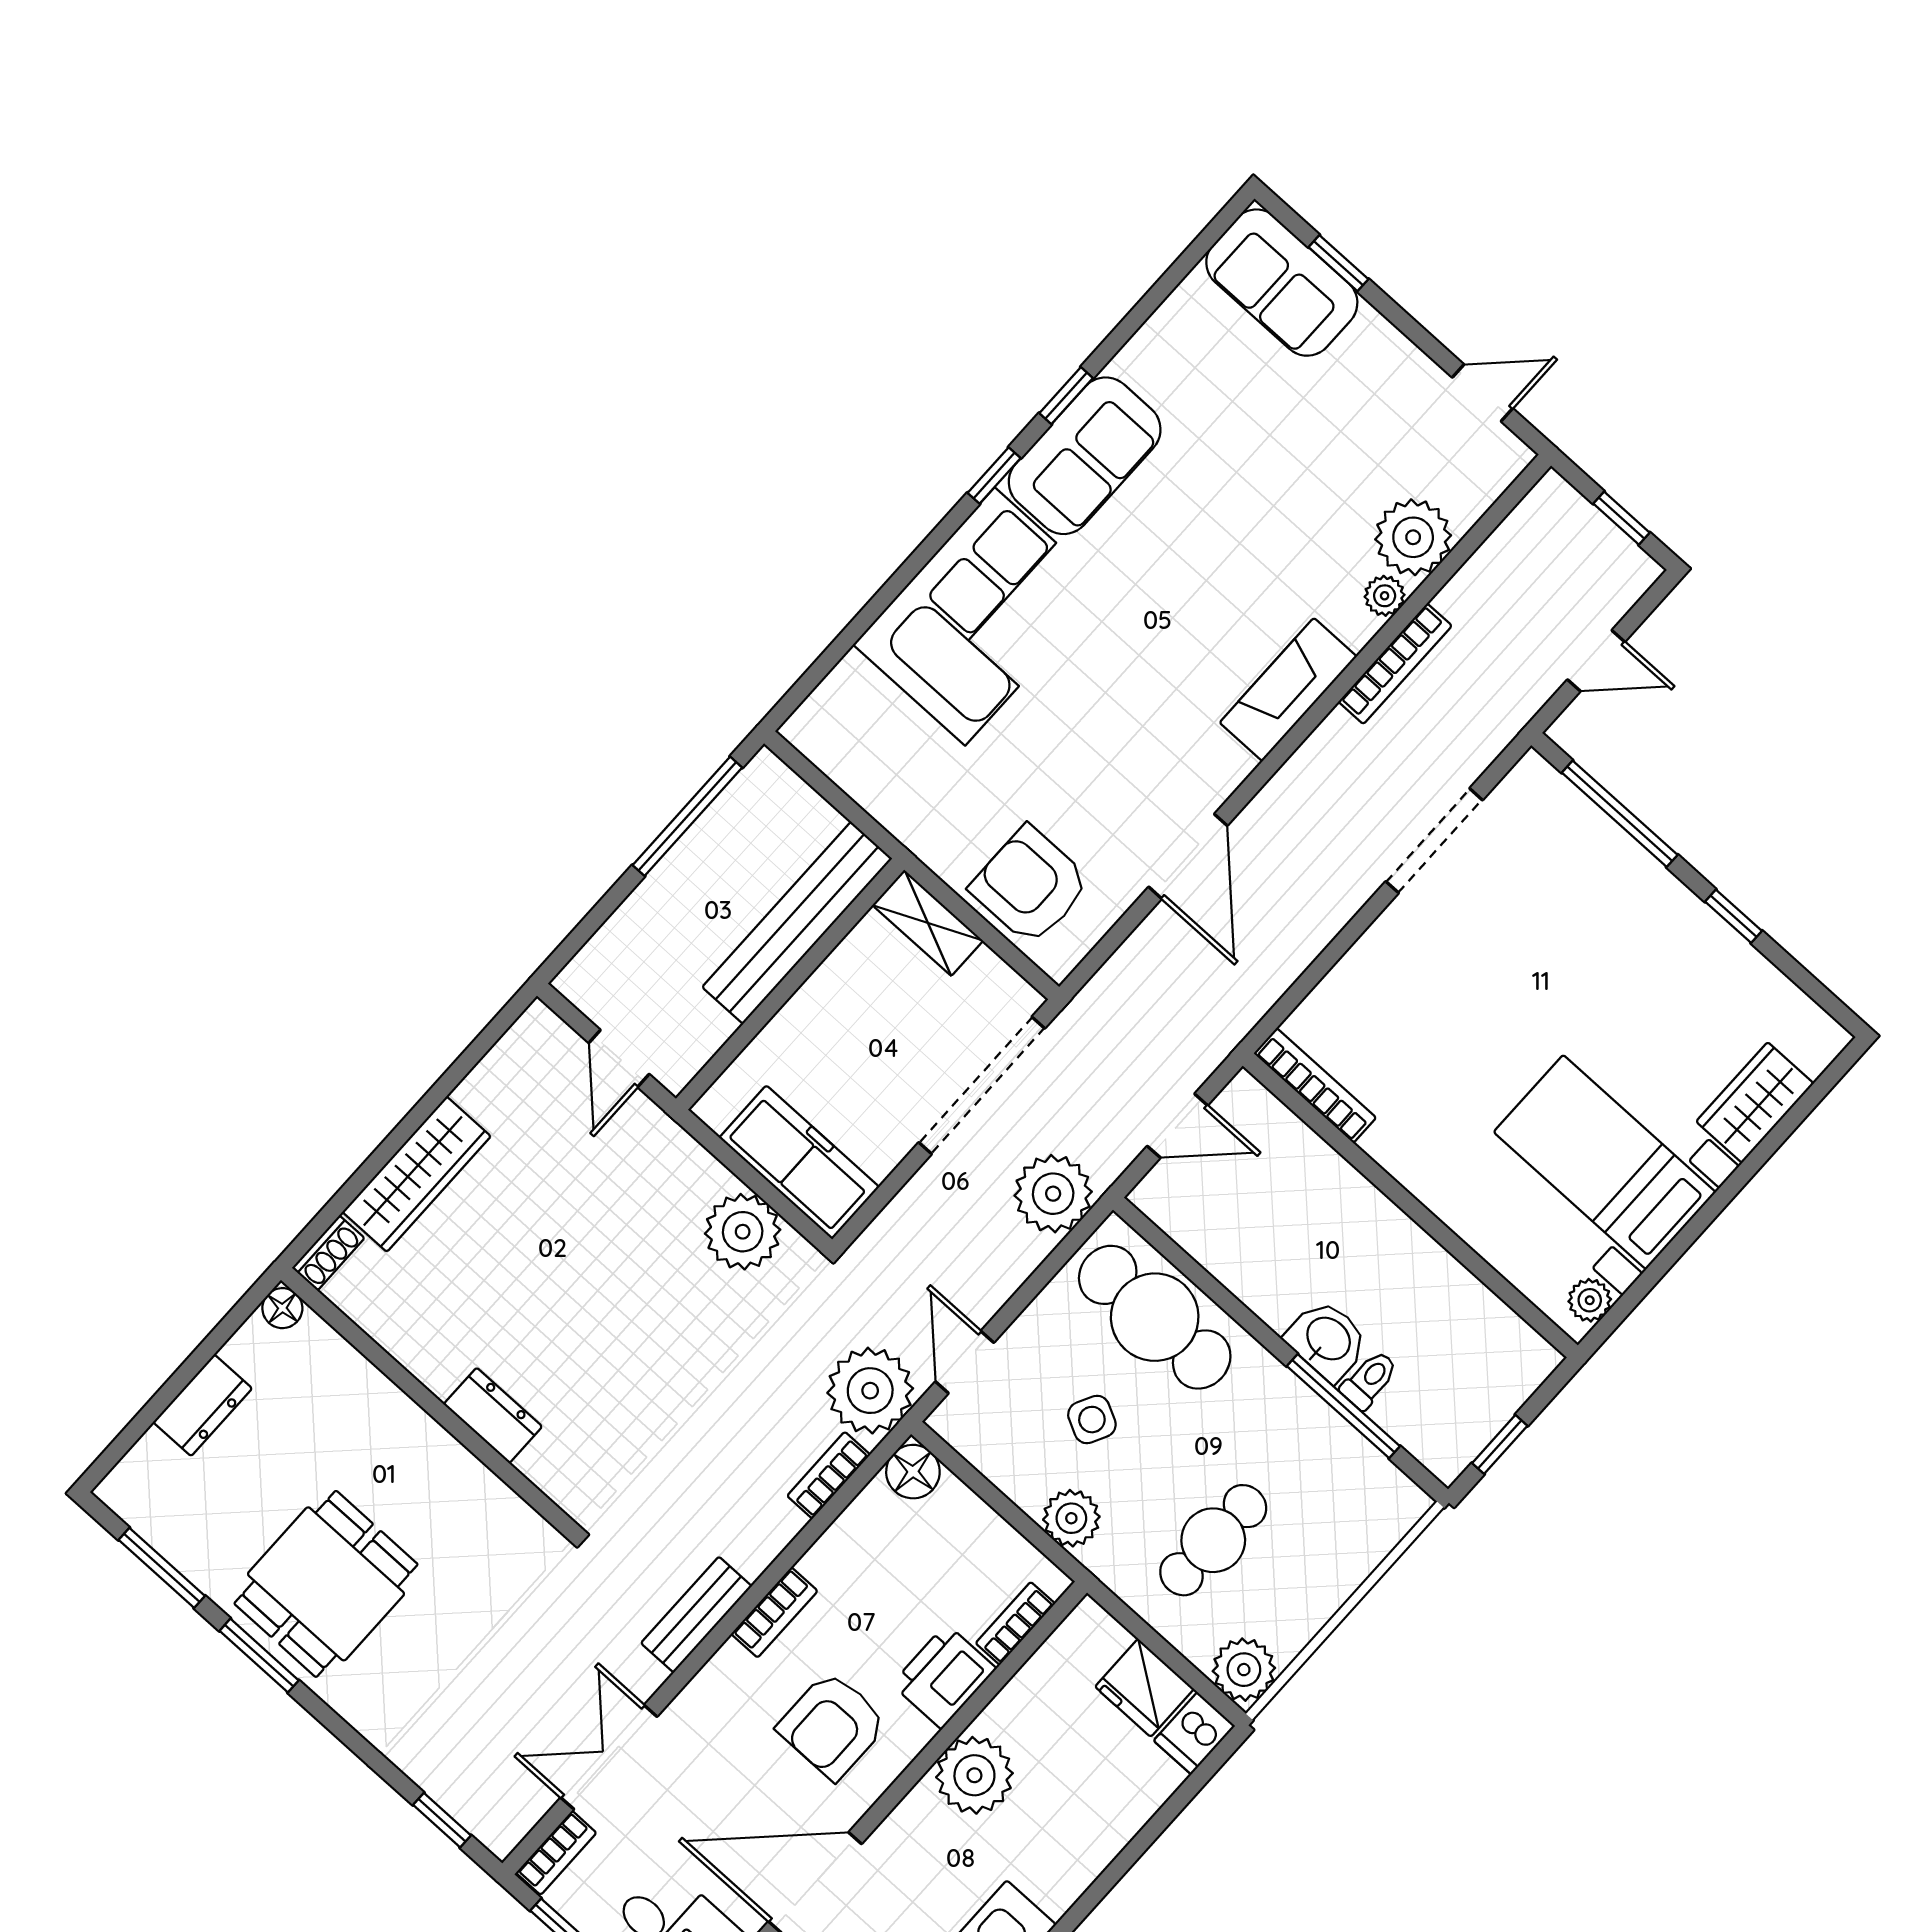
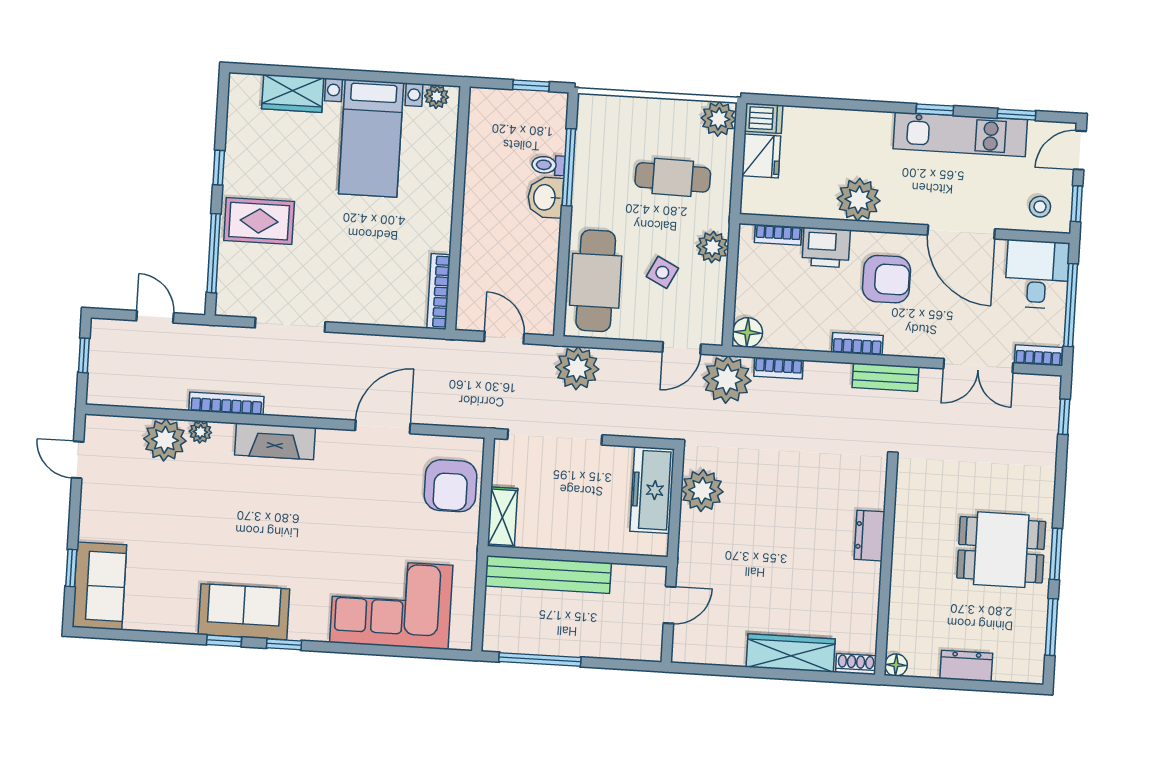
corner sofa: (980, 617) -> (391, 604), moved
rug: (1614, 913) -> (259, 221), added

